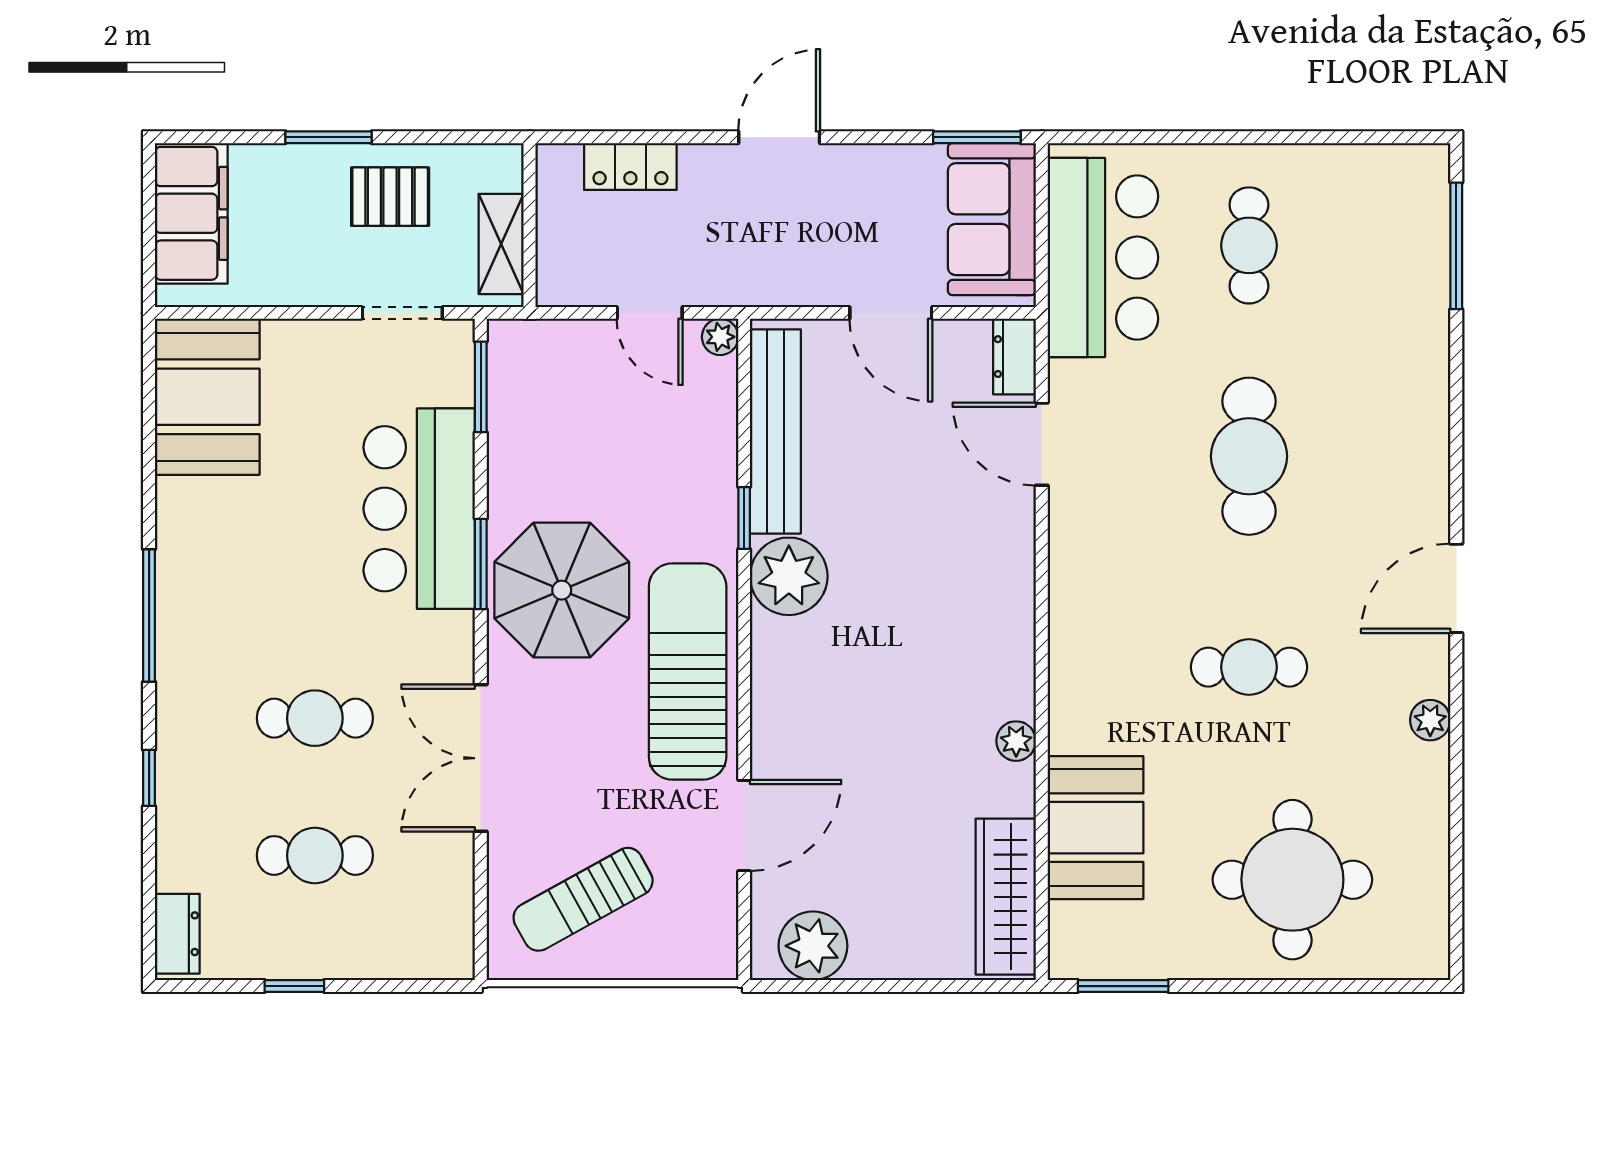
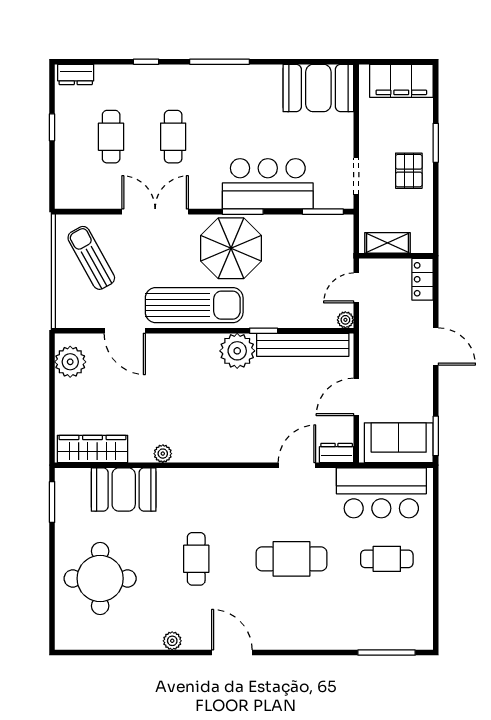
wall: (529, 225) -> (396, 256), moved
shelving: (501, 244) -> (387, 243), moved

